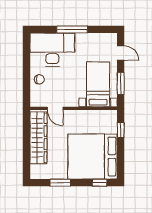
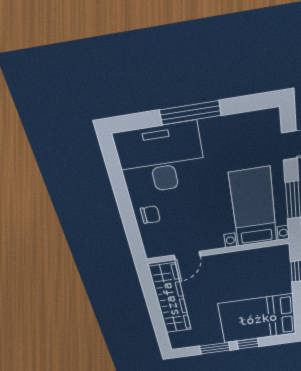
door: (55, 108) -> (187, 256), hinge flipped
bed: (93, 157) -> (258, 319), width x0.73
window: (99, 183) -> (248, 344), moved

